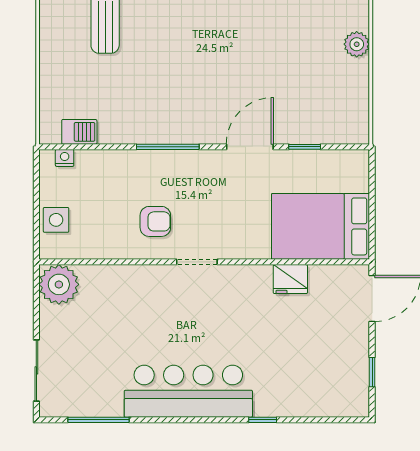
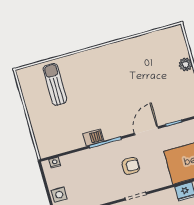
barbecue: (79, 132) -> (93, 138), moved
armchair: (155, 221) -> (131, 166), moved

